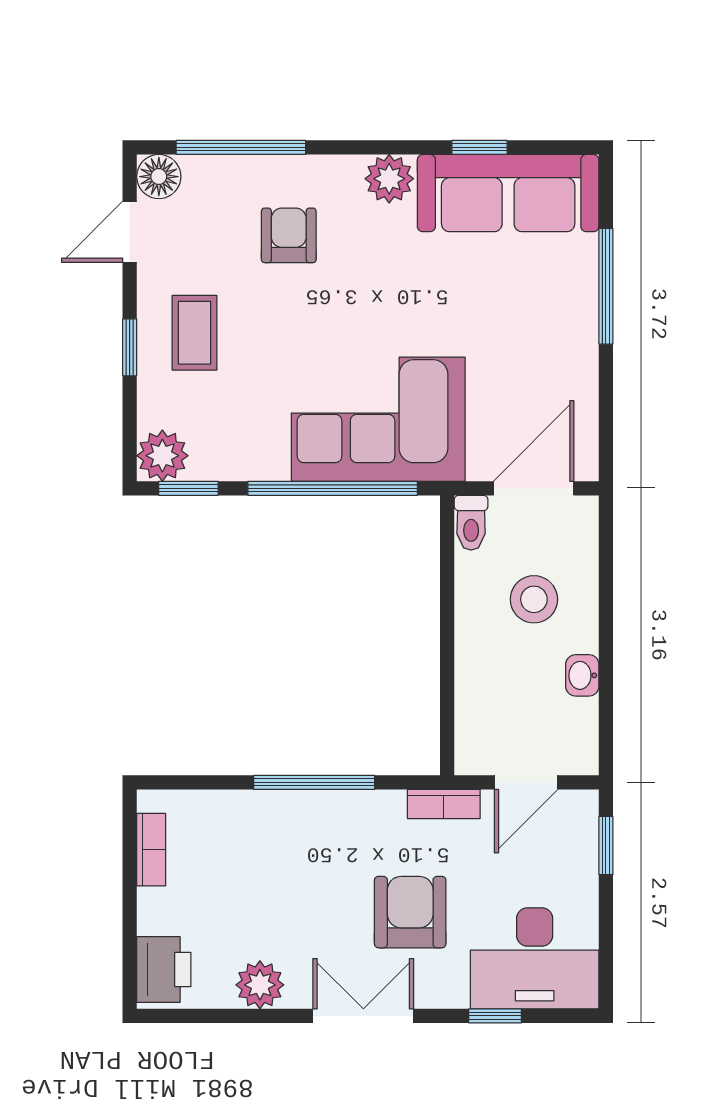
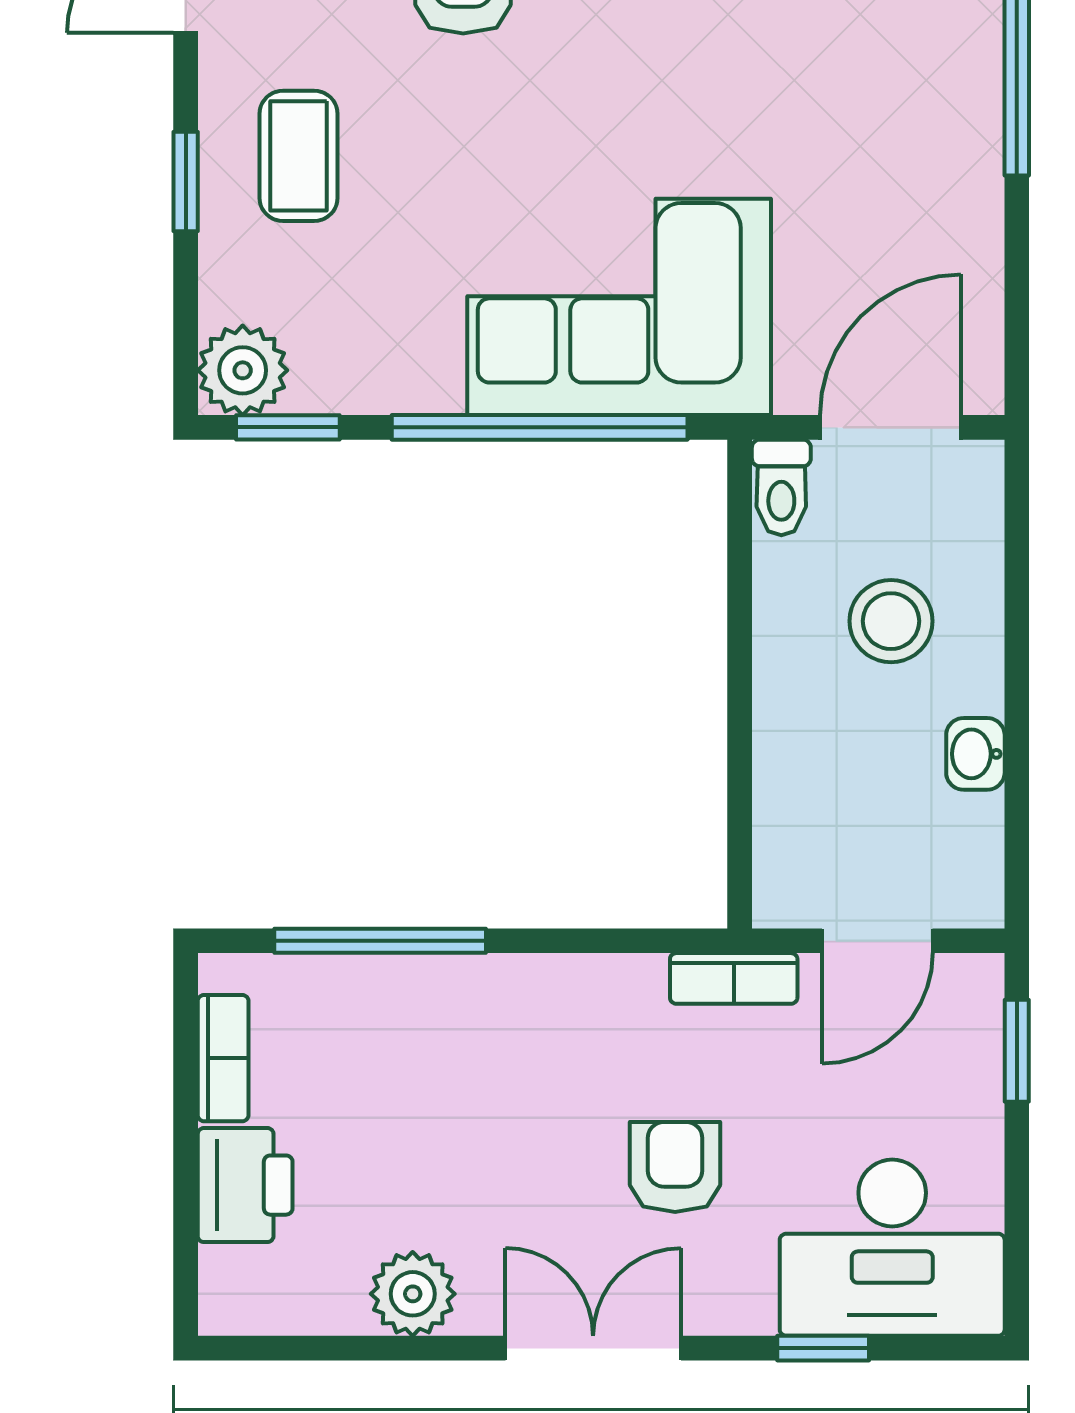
window: (314, 782) -> (380, 941), moved
armchair: (410, 912) -> (675, 1167), width x0.72, depth x0.72
printer: (164, 970) -> (245, 1185), moved

